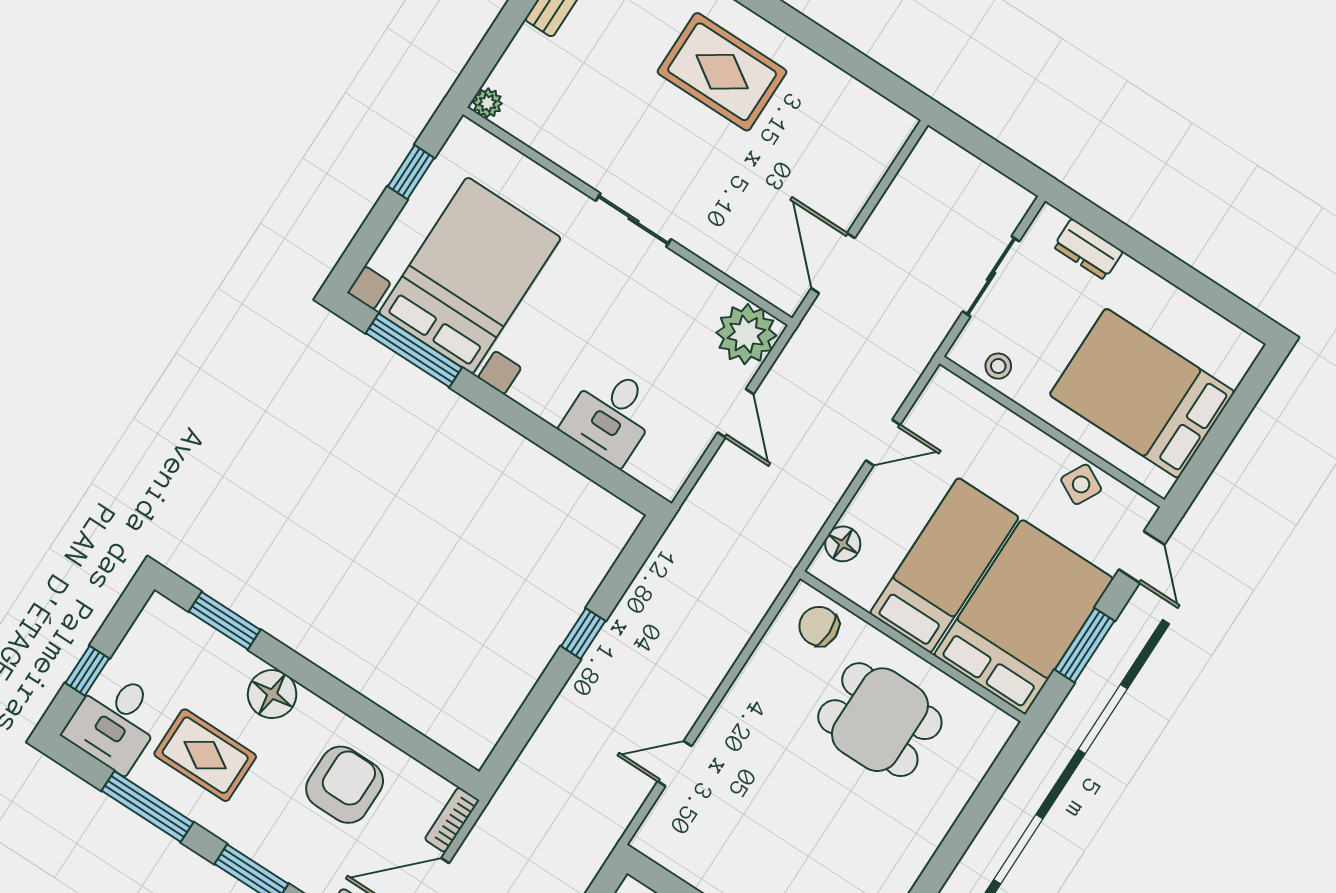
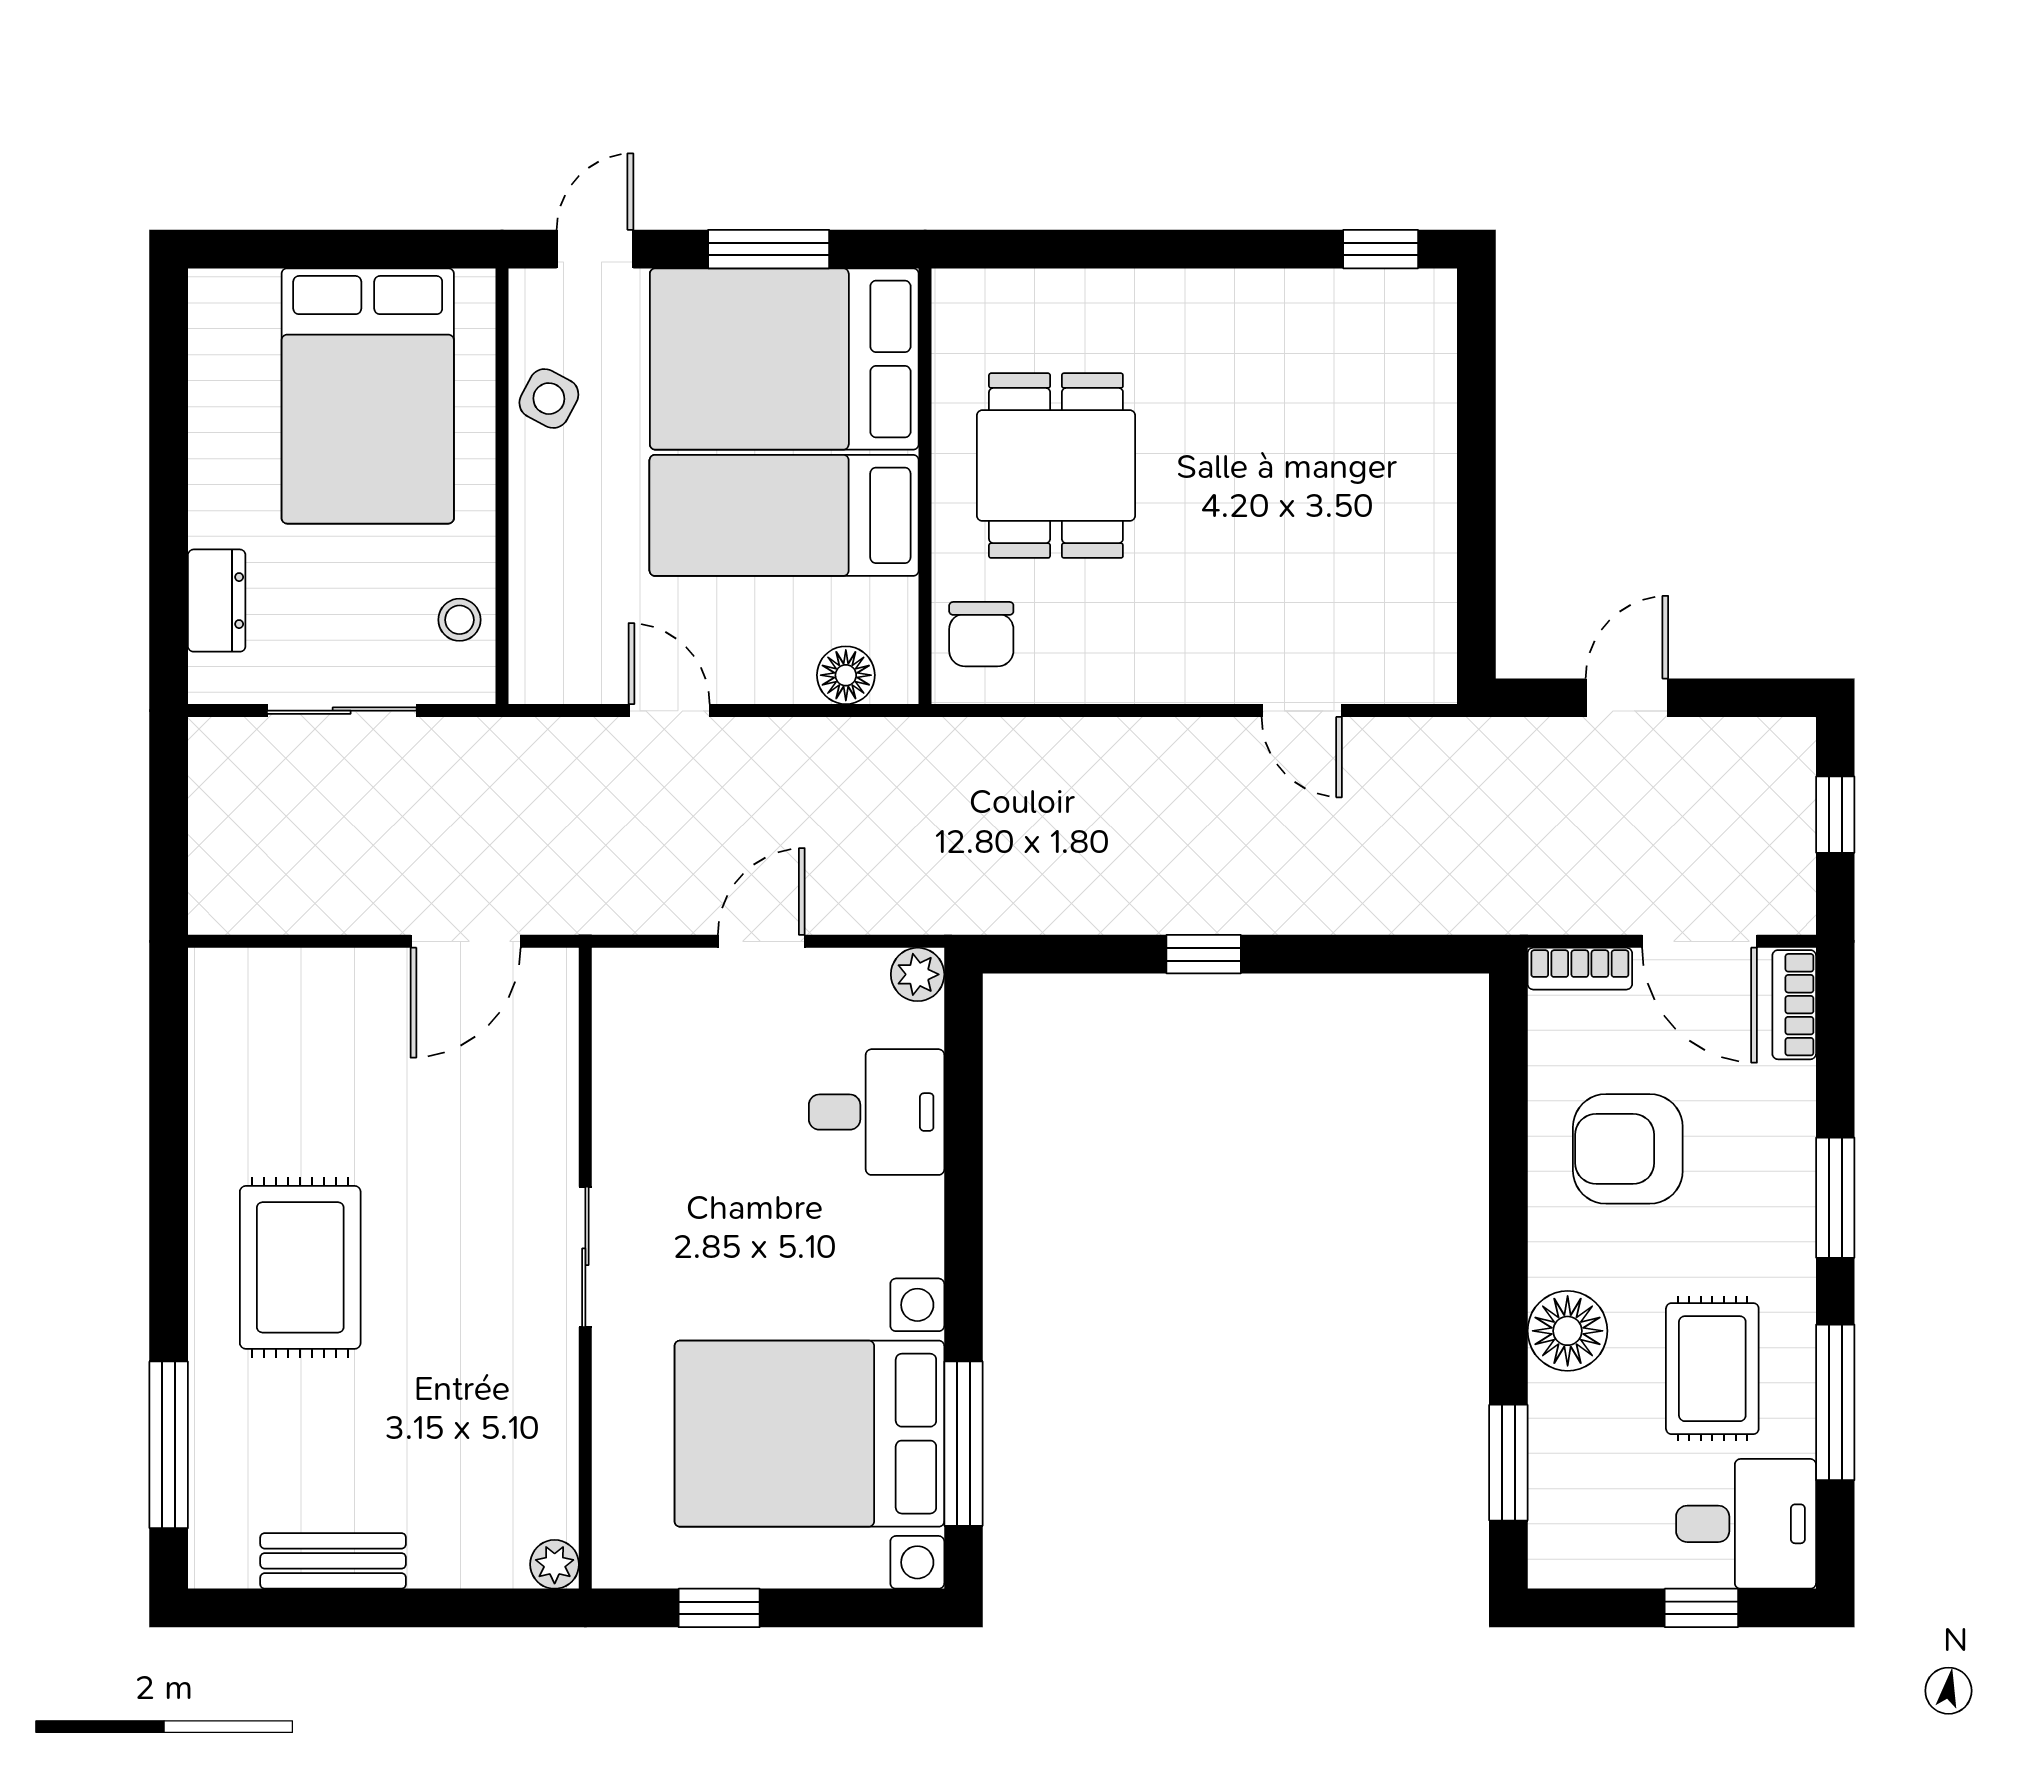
plant: (746, 334) -> (918, 974), moved, width x0.53, depth x0.53

